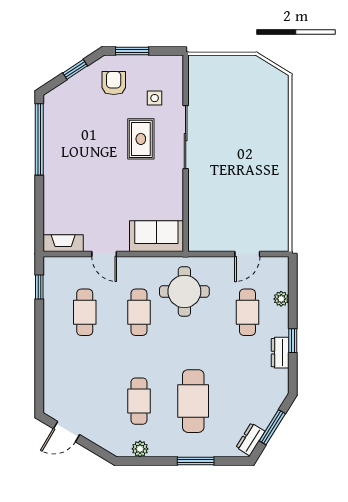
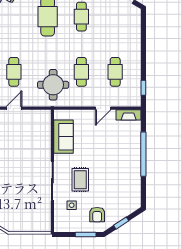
window: (39, 139) -> (143, 154), moved
sofa: (156, 236) -> (63, 137), moved, turned -90
door: (104, 254) -> (103, 108), swing flipped

